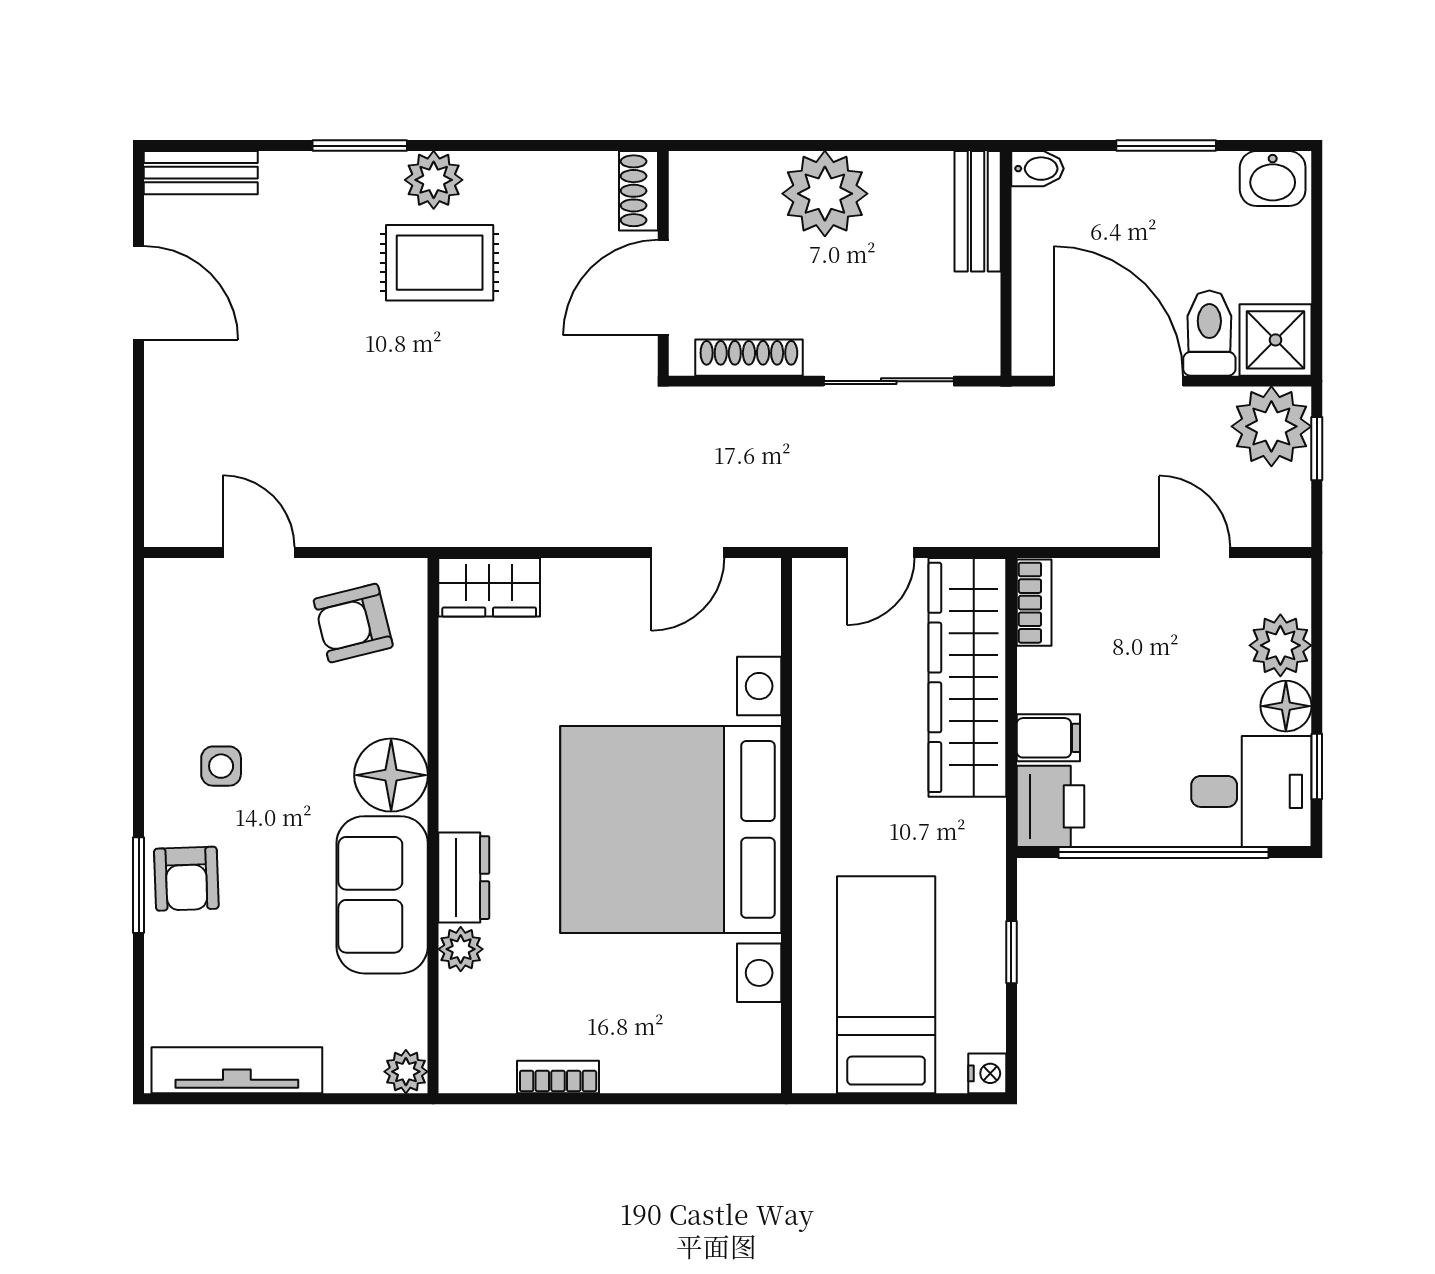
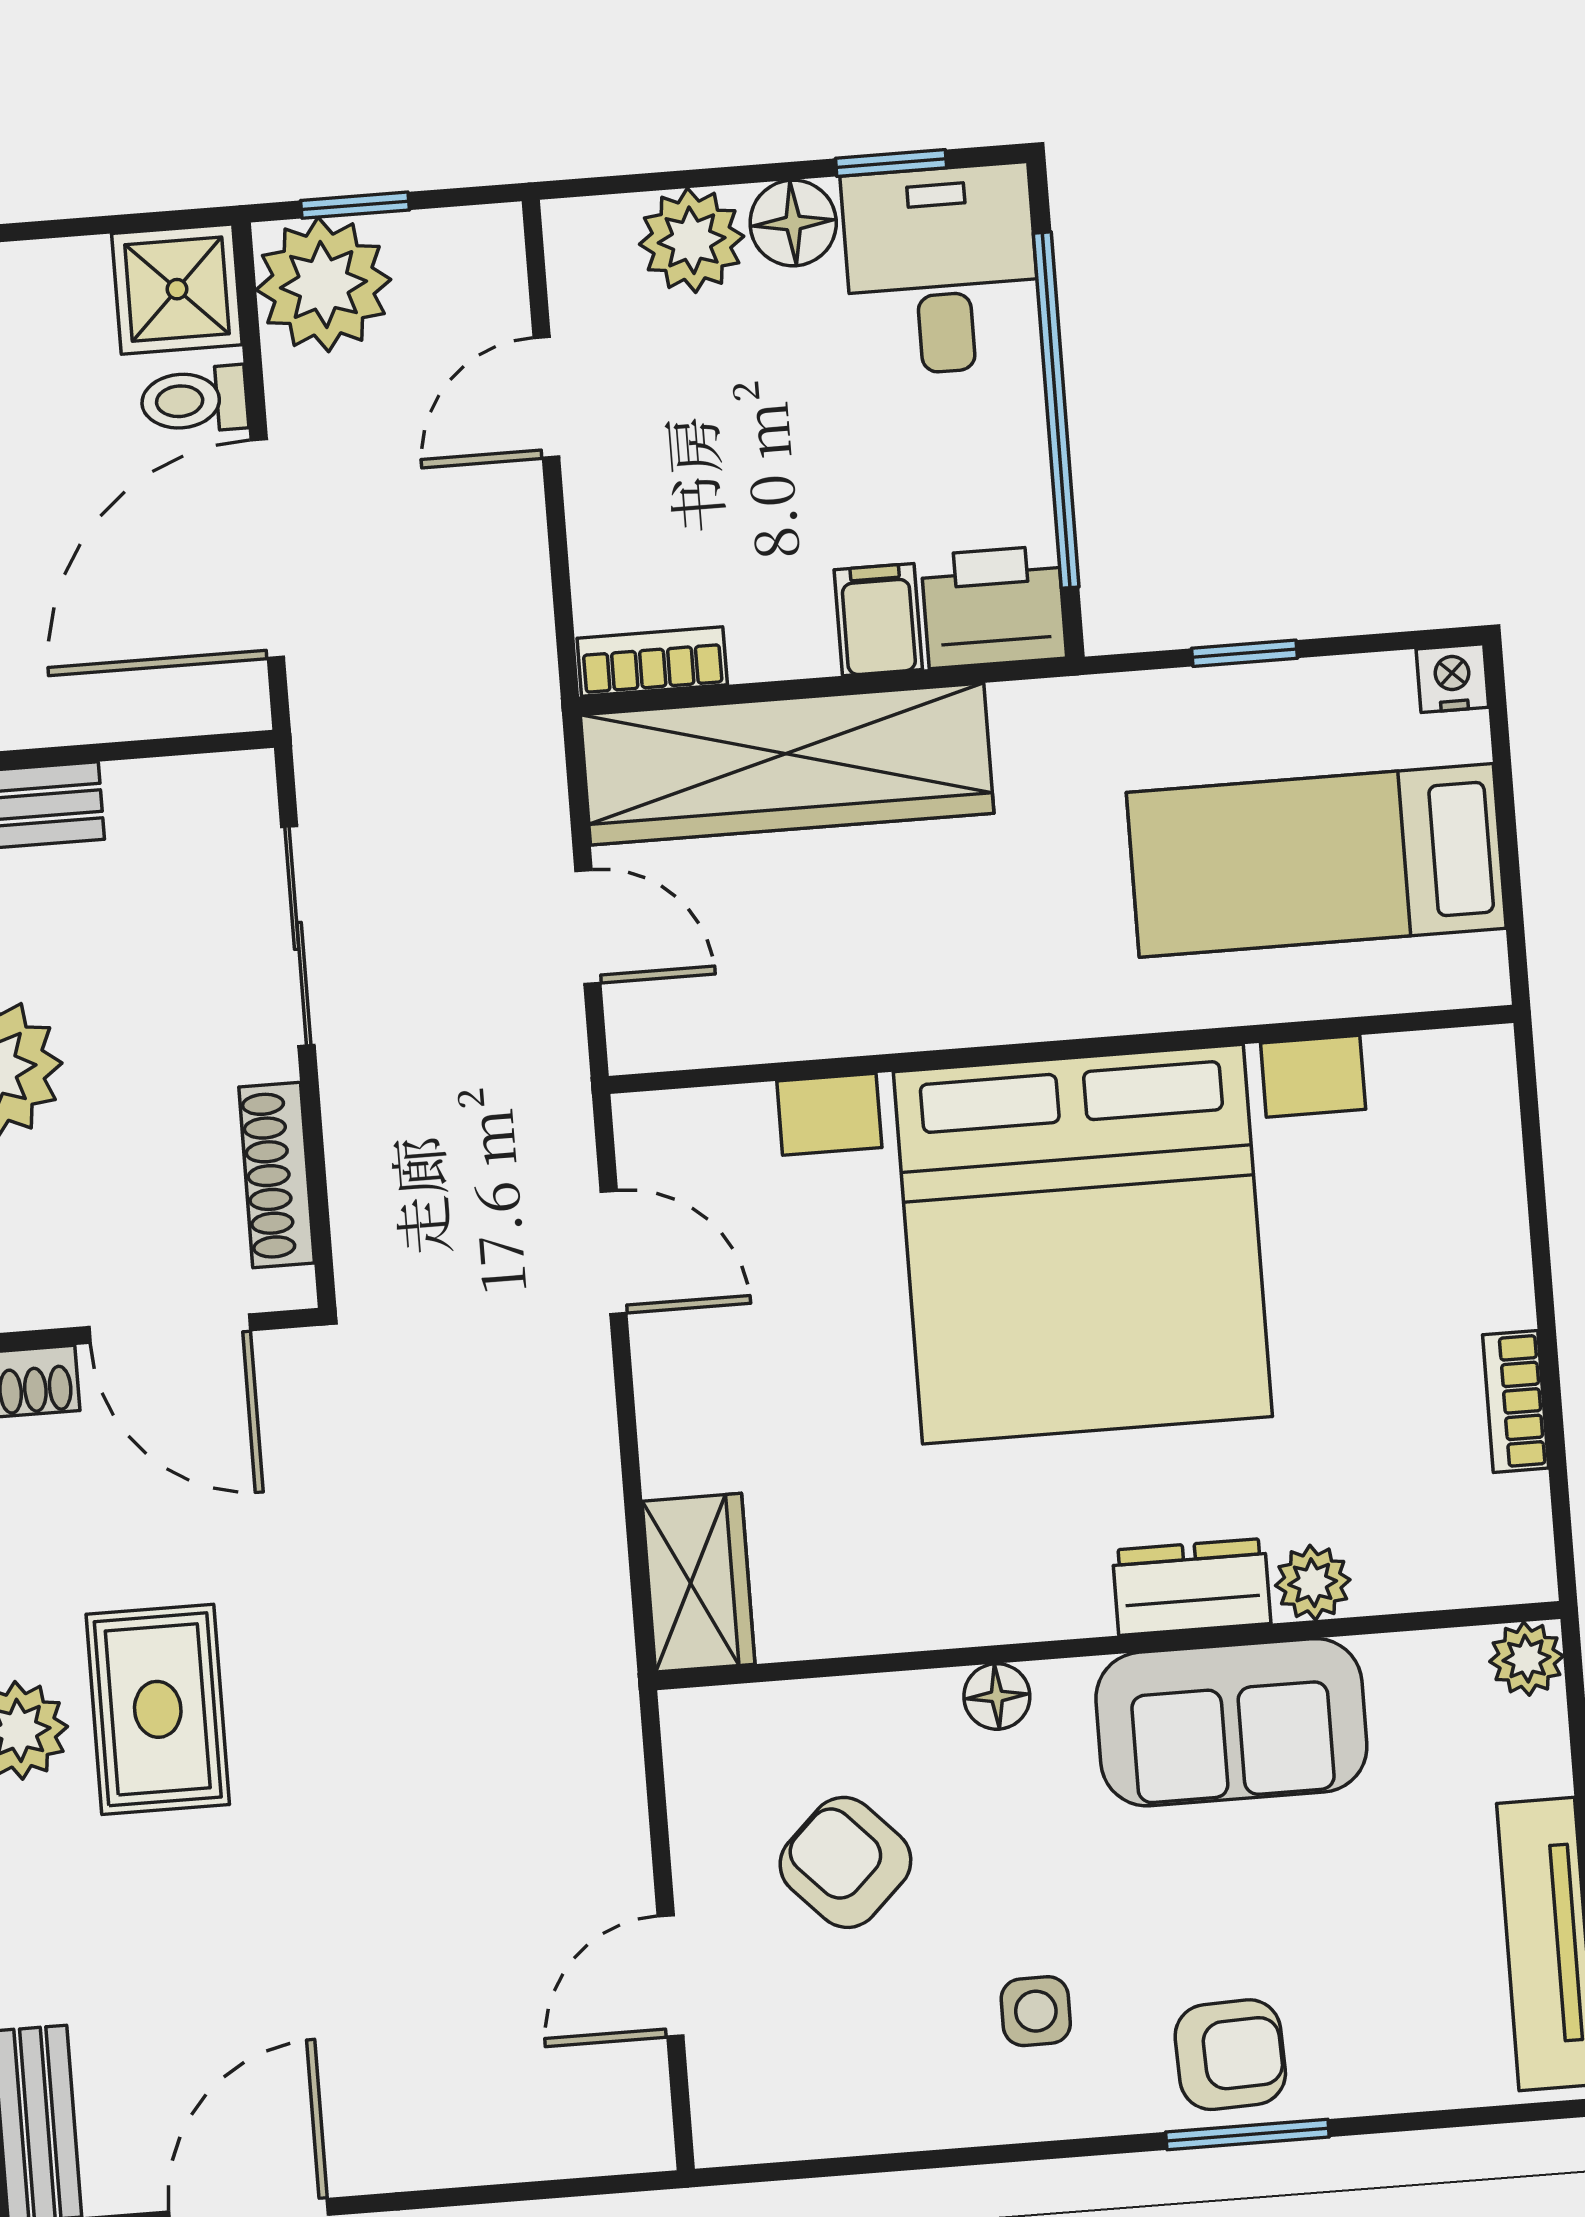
toilet: (1209, 333) -> (194, 400), width x0.73, depth x0.72
armchair: (353, 623) -> (845, 1862), moved, turned 150
floor lamp: (391, 775) -> (997, 1696), width x0.53, depth x0.53

